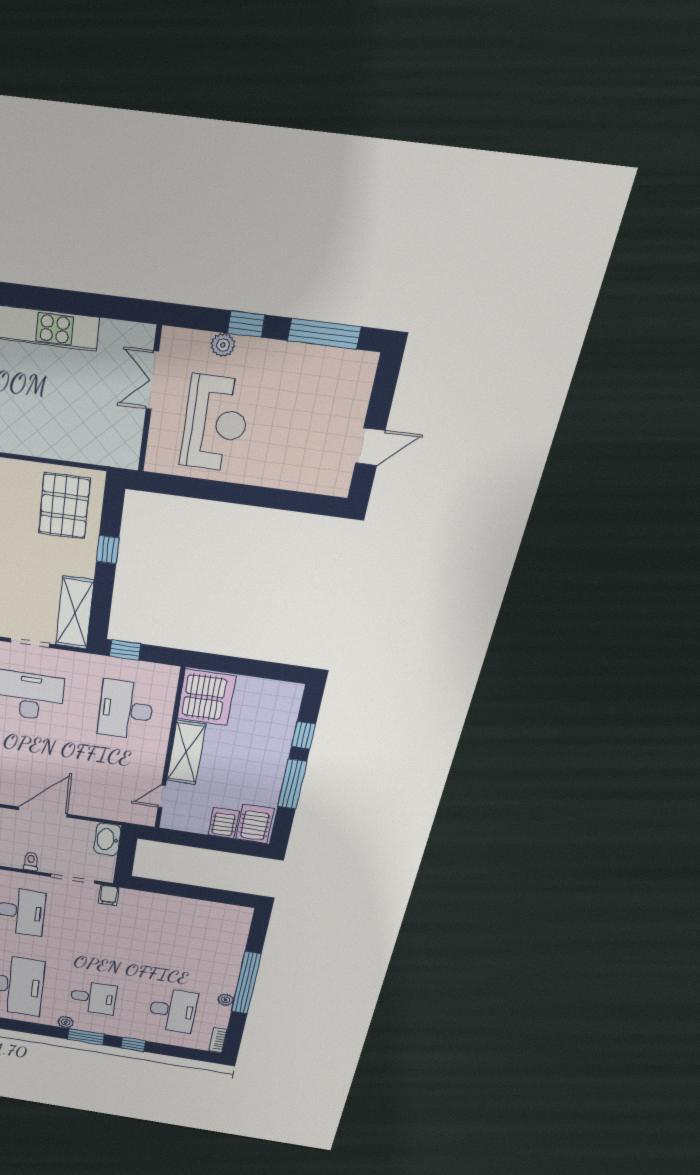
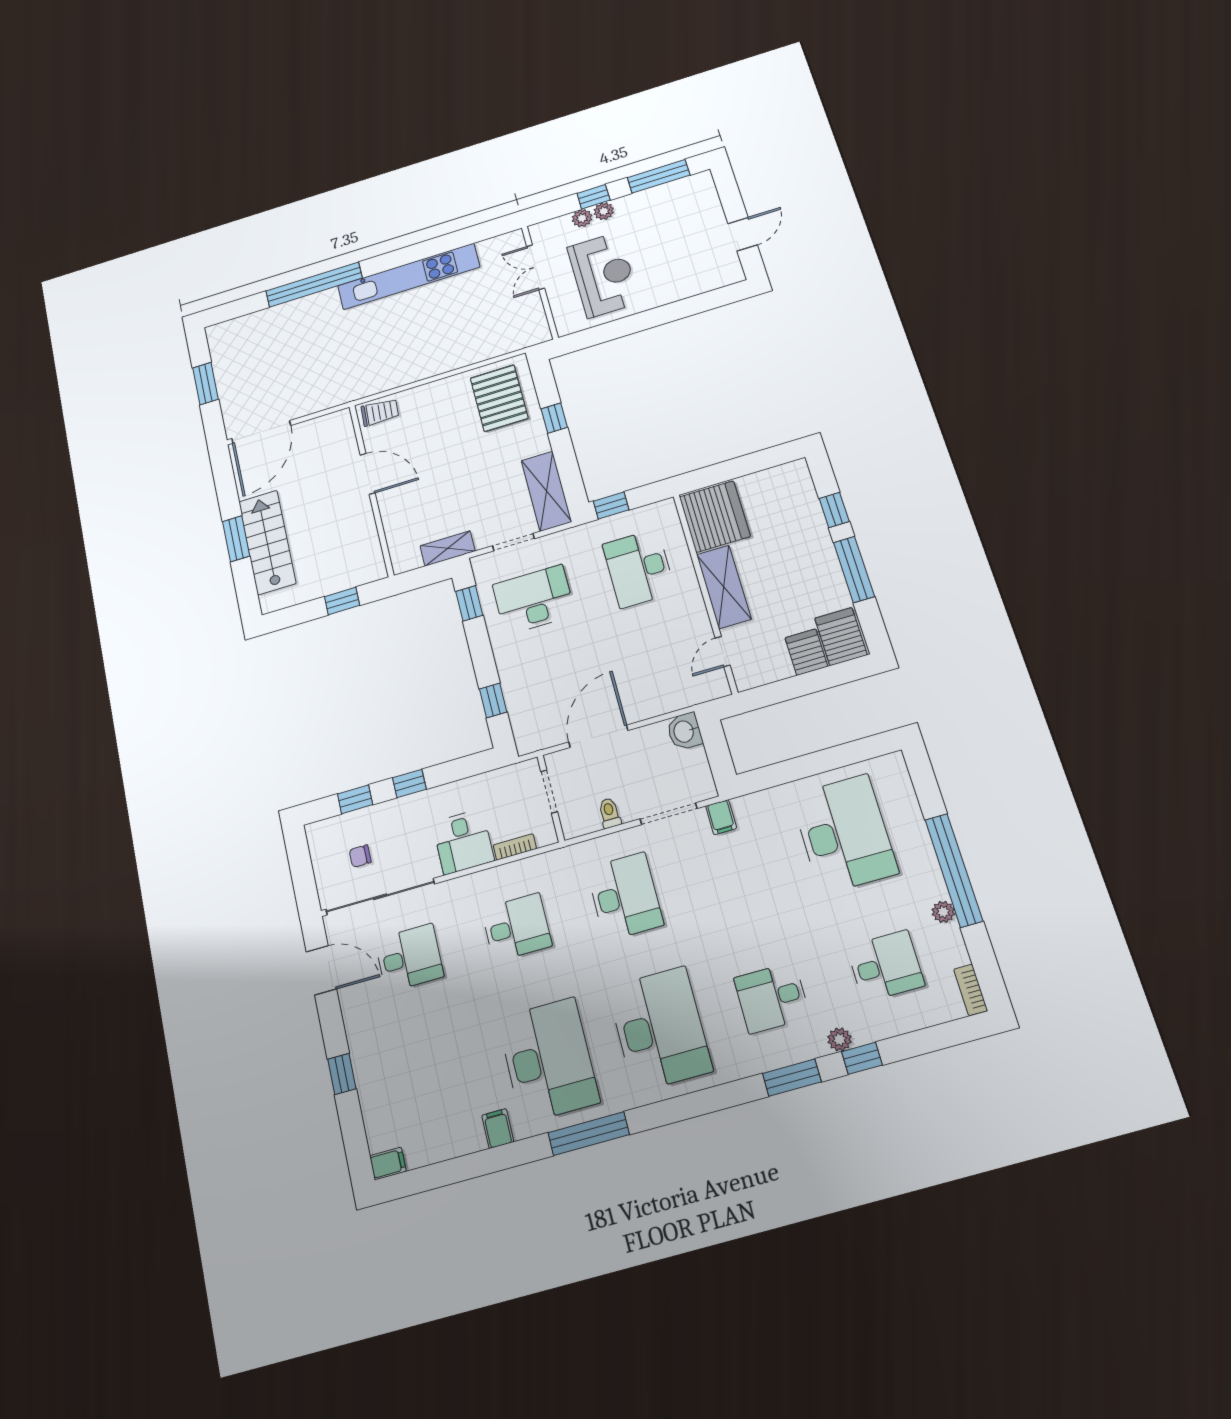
plant: (249, 348) -> (604, 211), added
washbasin: (107, 839) -> (684, 731), width x0.72
desk: (187, 937) -> (844, 834), added
desk: (93, 998) -> (772, 998), turned 180
desk: (173, 1010) -> (885, 966), width x0.73
plant: (66, 1022) -> (840, 1039), moved

